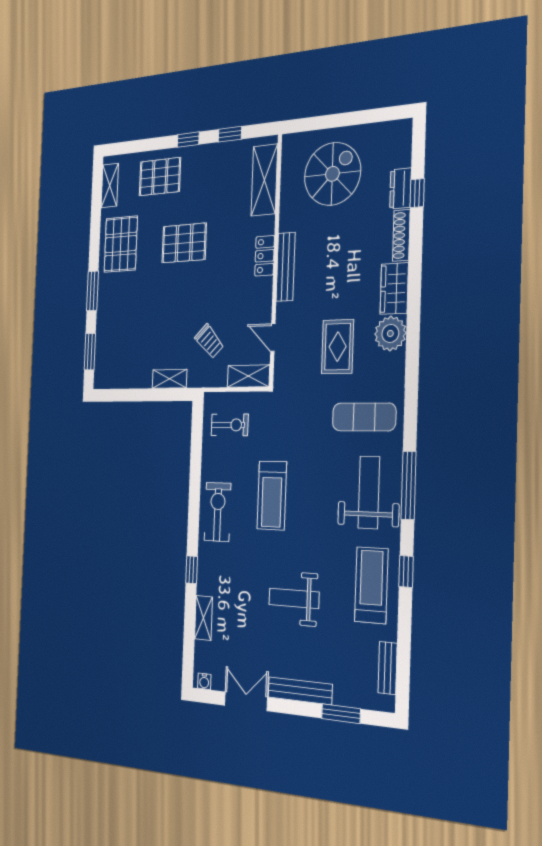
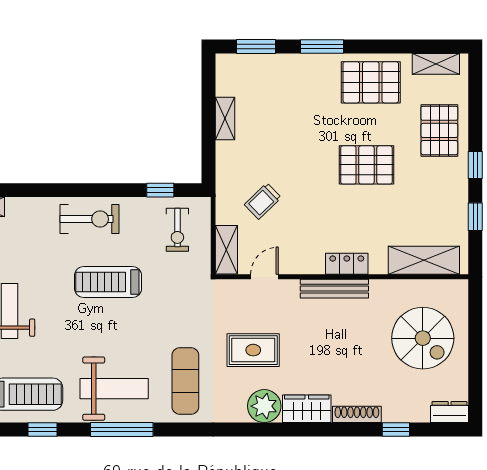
dresser: (400, 188) -> (450, 412), moved
pallet: (184, 243) -> (366, 165), turned 90
shelving: (170, 379) -> (225, 118), moved
window: (192, 570) -> (160, 190), moved

